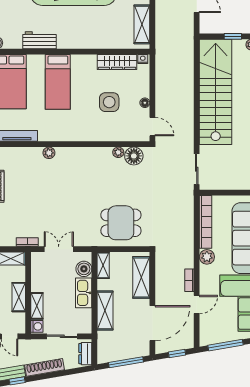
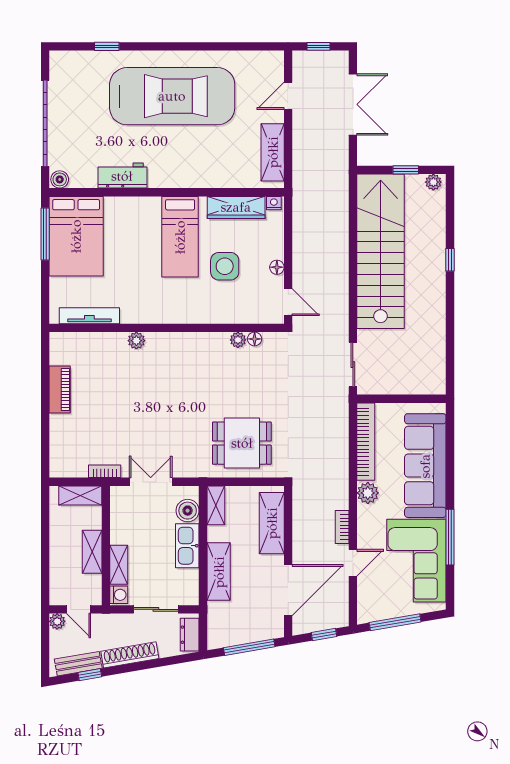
bed: (58, 82) -> (180, 237), moved
floor lamp: (134, 156) -> (255, 339), width x0.53, depth x0.53

